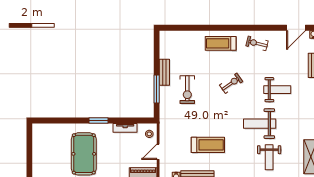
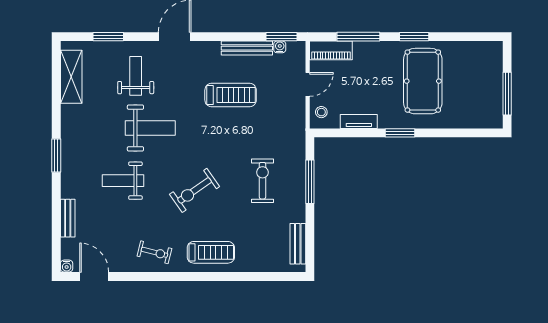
door: (296, 28) -> (94, 276), hinge flipped
bench: (164, 72) -> (298, 244), moved
exercise bike: (231, 83) -> (195, 190), width x1.38, depth x1.39
treadmill: (208, 145) -> (231, 95), turned 180
window: (29, 146) -> (507, 94), added

